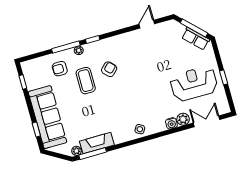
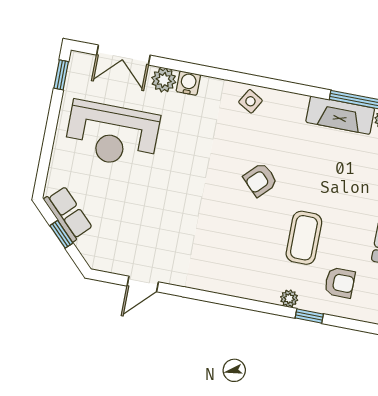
window: (194, 28) -> (61, 234), width x0.46
window: (93, 39) -> (254, 305), removed
window: (66, 47) -> (309, 316), width x0.46
armchair: (109, 69) -> (260, 180), moved
window: (224, 77) -> (61, 75), moved

